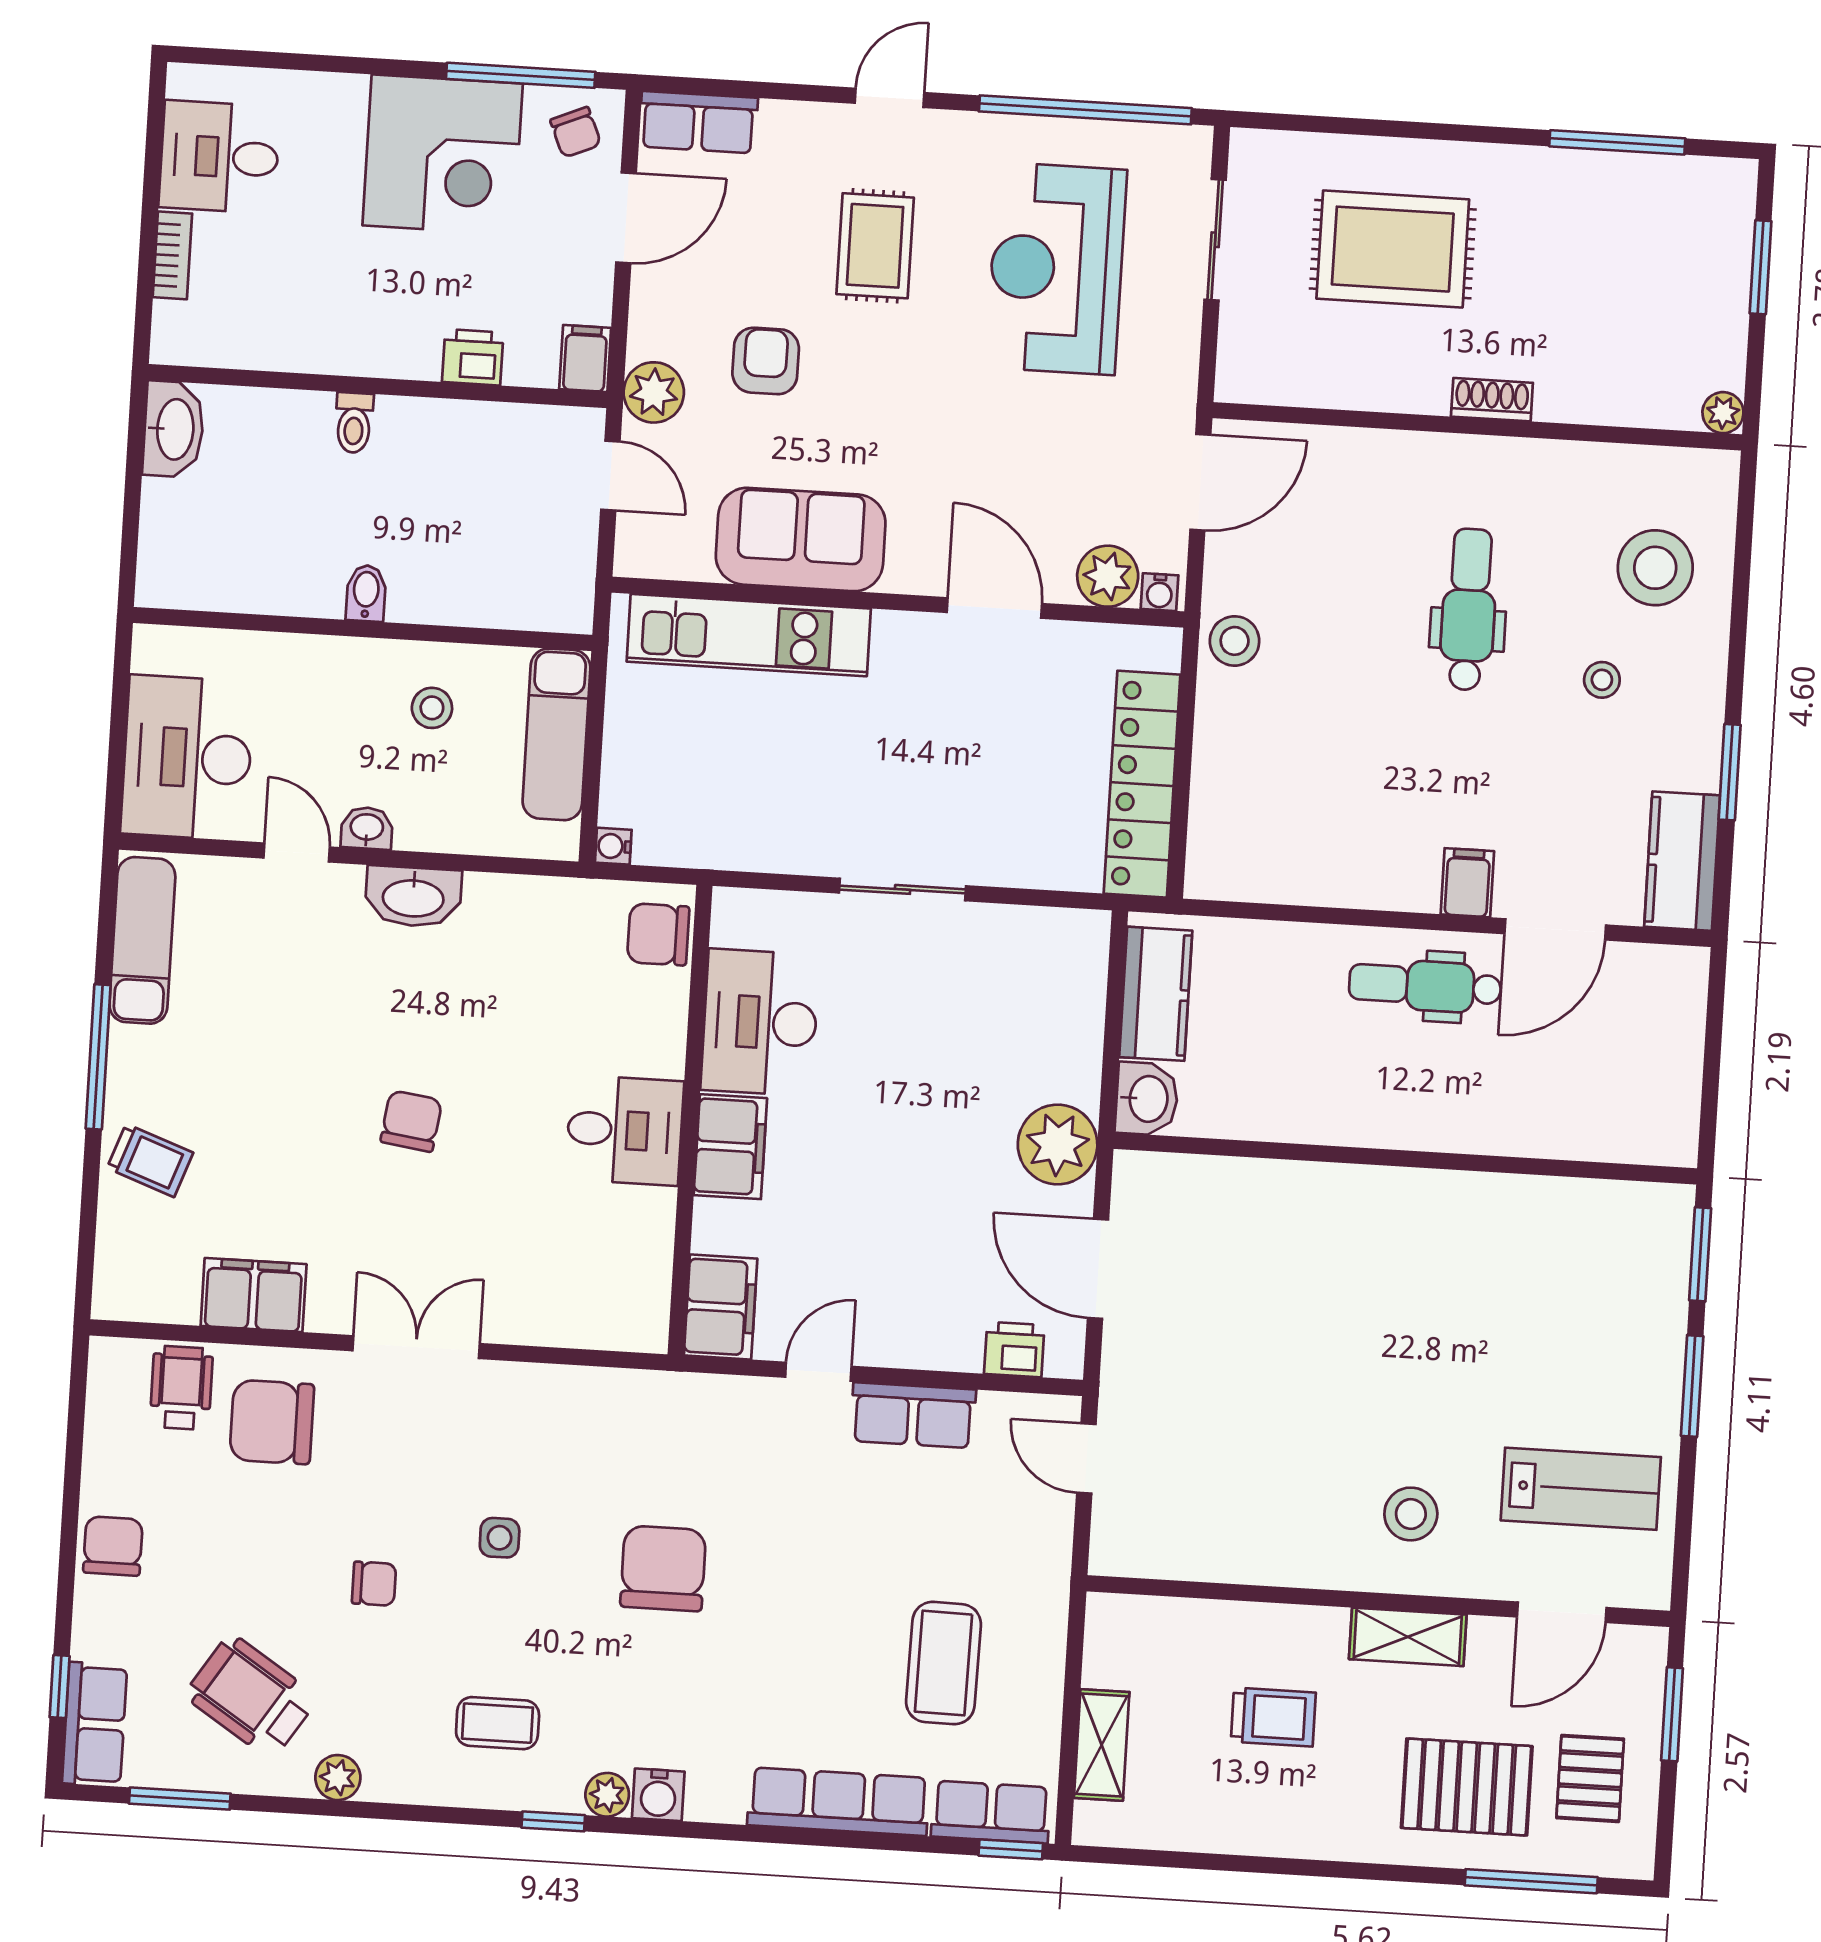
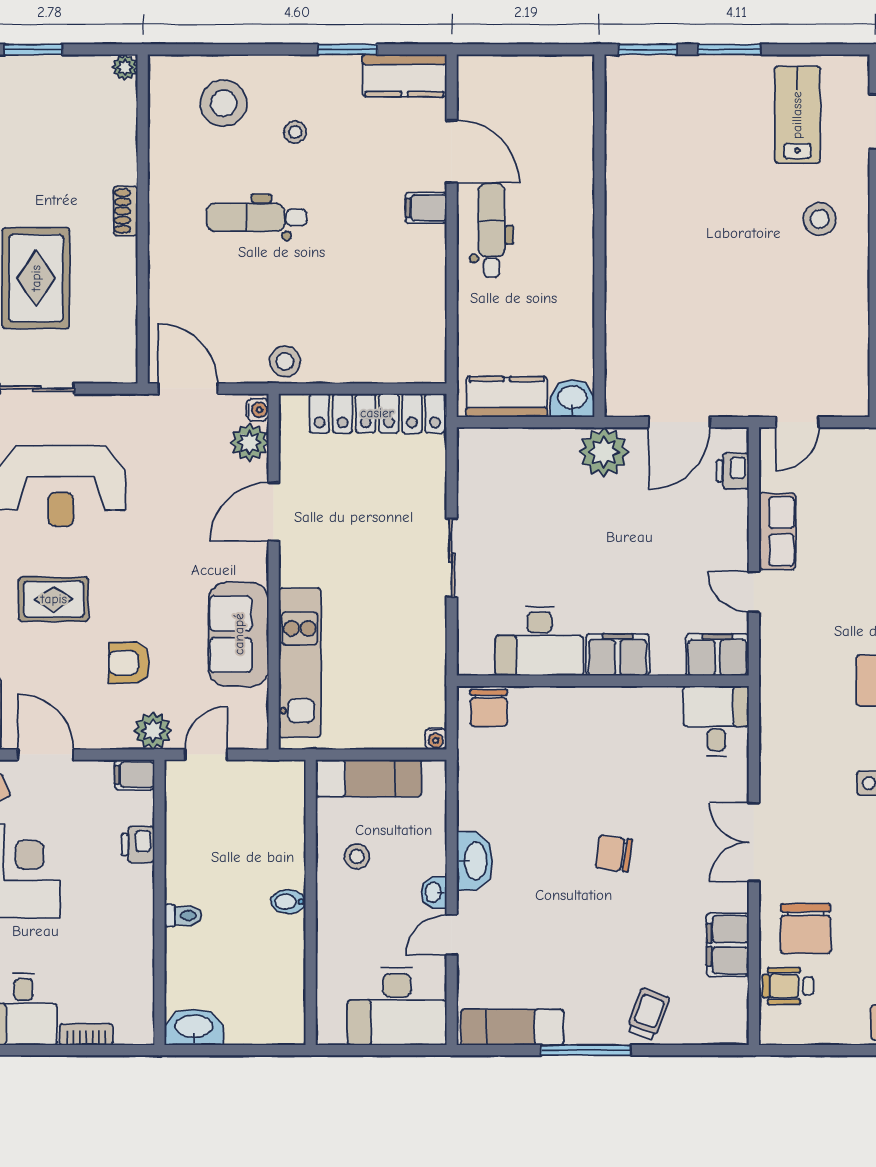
dental chair: (1425, 986) -> (492, 230), turned 180
desk: (625, 1130) -> (716, 721), moved

